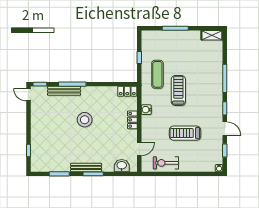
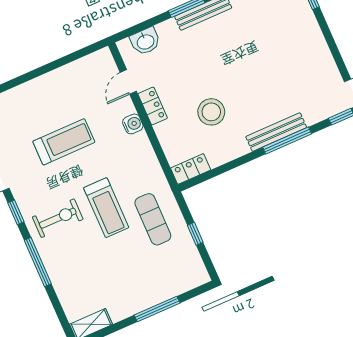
bench: (64, 91) -> (276, 132), moved
water cooler: (146, 110) -> (133, 124), moved
stool: (85, 120) -> (211, 112), moved
locker: (132, 120) -> (153, 106), moved
exercise bike: (166, 163) -> (58, 218), moved

